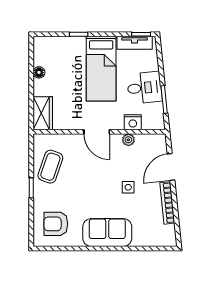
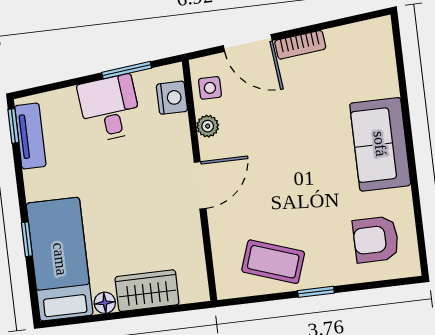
bed: (101, 69) -> (60, 259), moved, turned -90
wardrobe: (43, 113) -> (147, 291), moved
nightstand: (133, 122) -> (172, 98), moved
side table: (128, 187) -> (210, 88), moved
bookcase: (167, 203) -> (300, 45), width x0.64
armchair: (56, 224) -> (376, 239), turned 90

